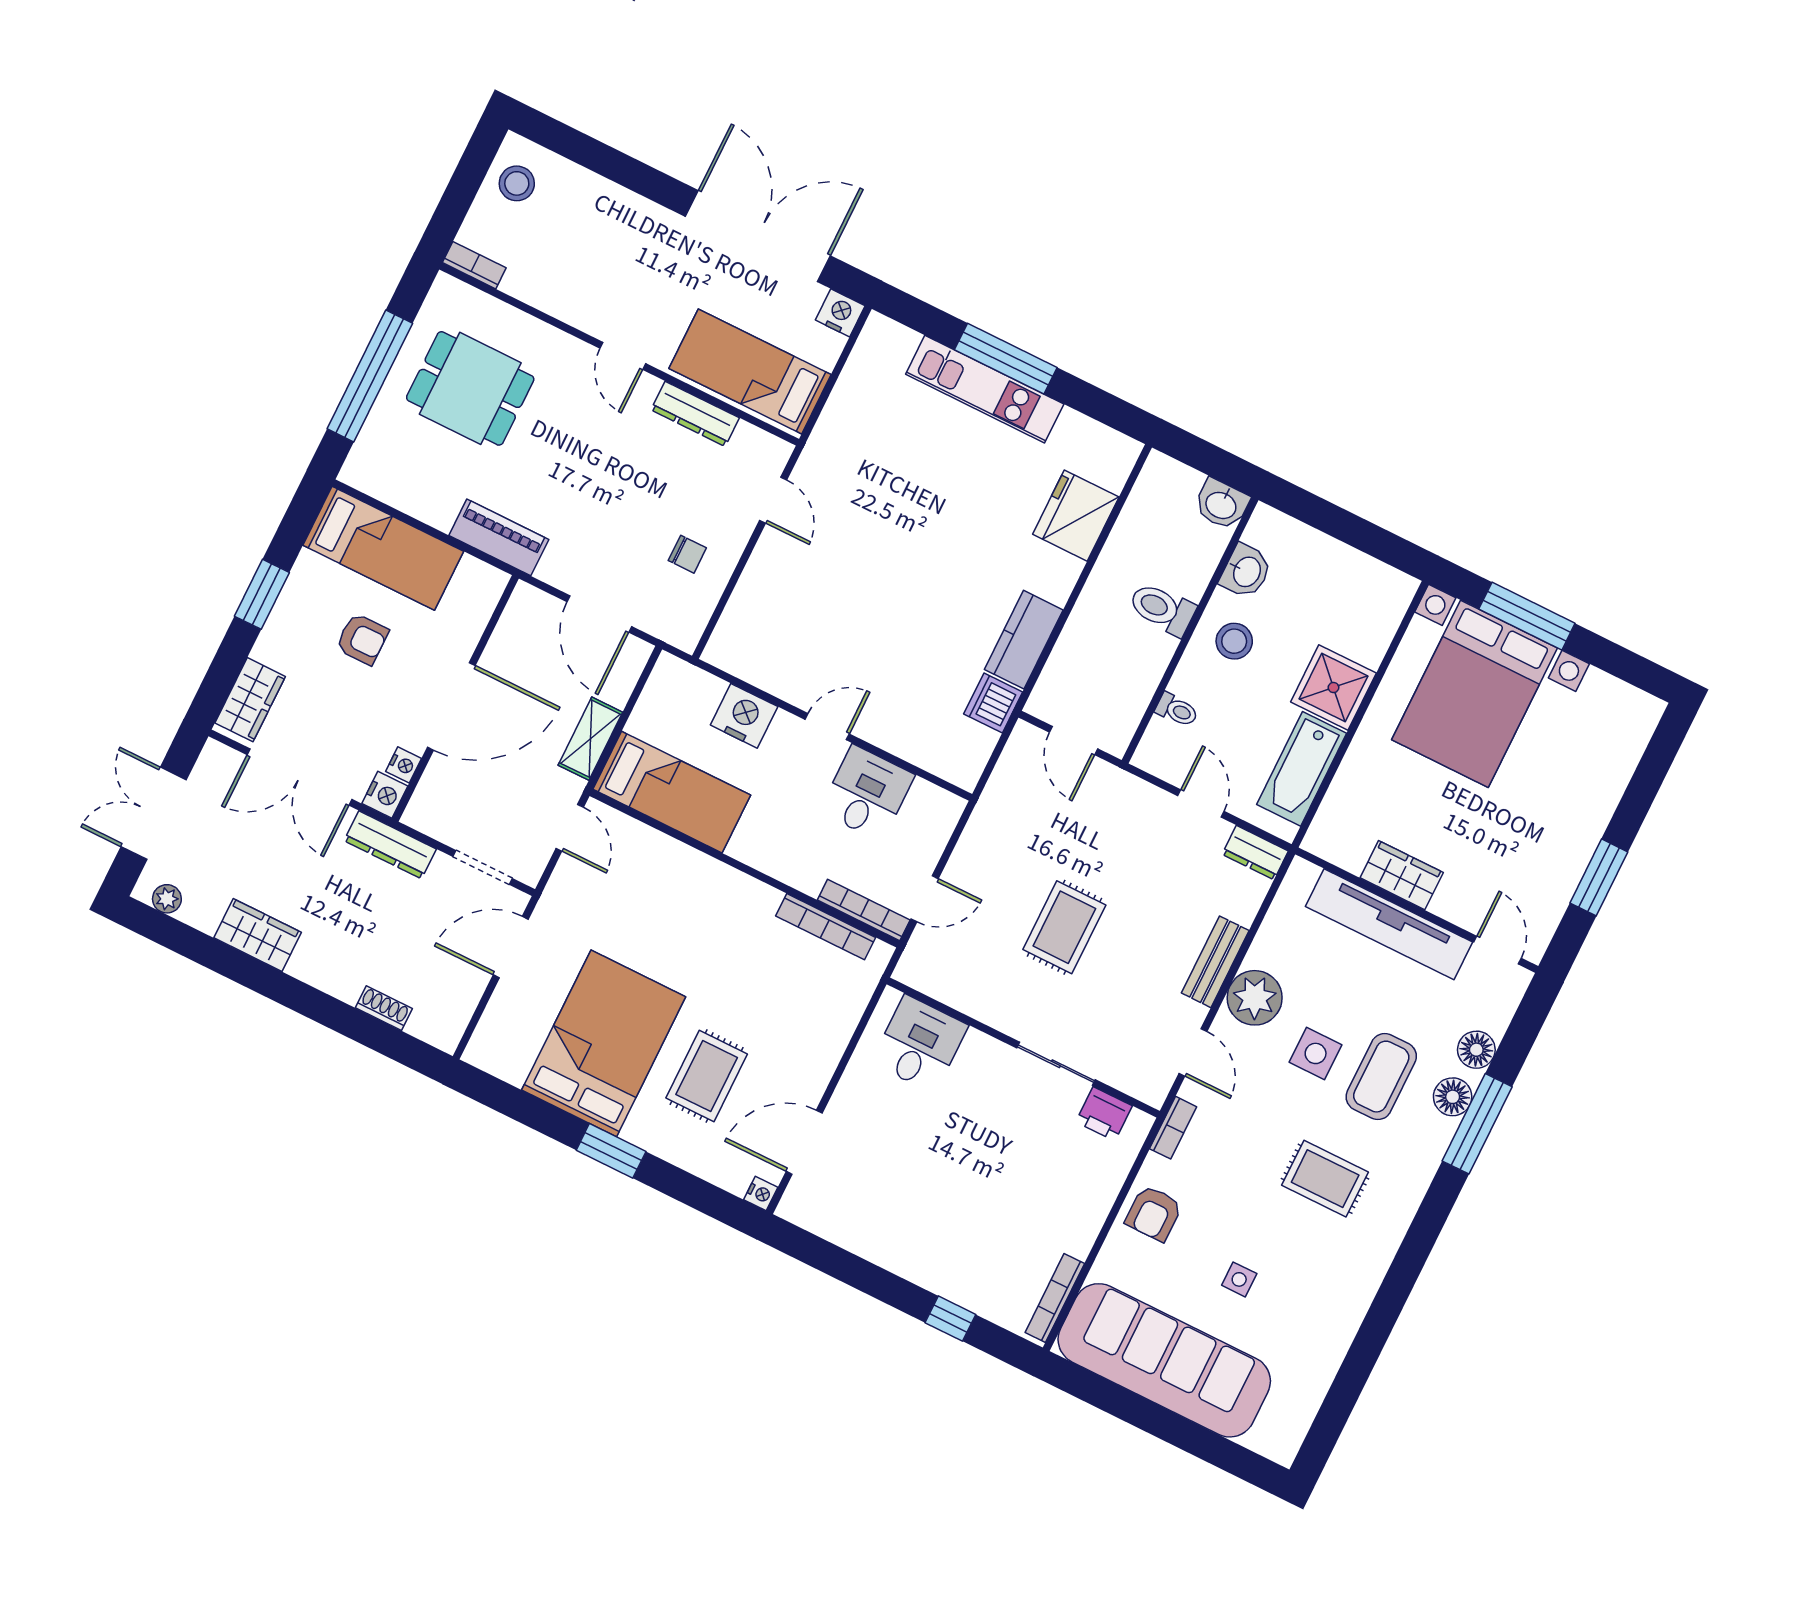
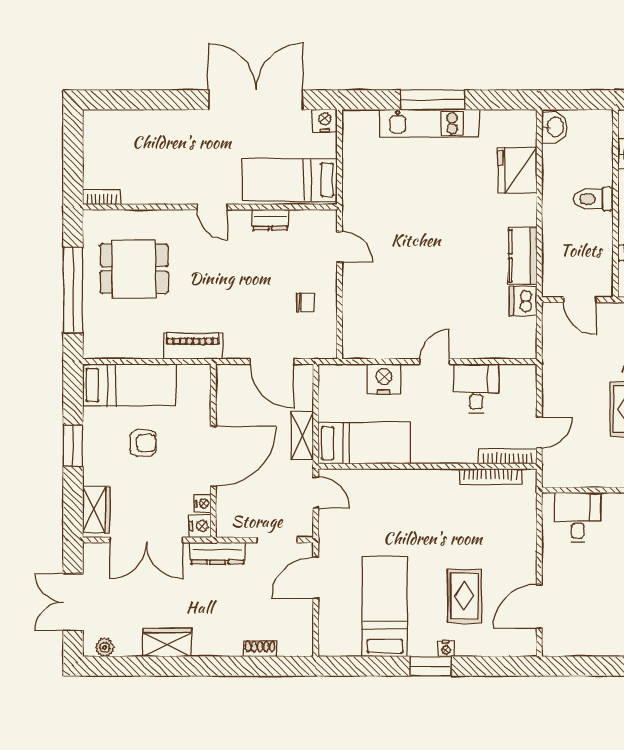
stool: (517, 183) -> (103, 138), removed
dresser: (695, 414) -> (270, 220), width x0.70
washbasin: (1221, 504) -> (555, 127), moved, turned -90
bed: (604, 1043) -> (385, 607), width x0.67
nightstand: (761, 1194) -> (446, 649), moved, turned 90

